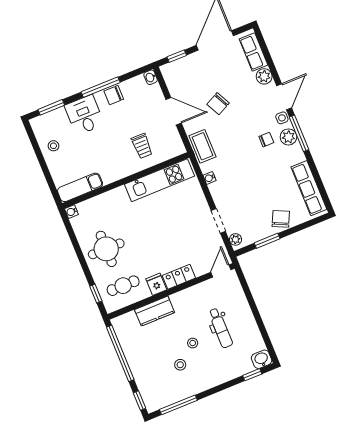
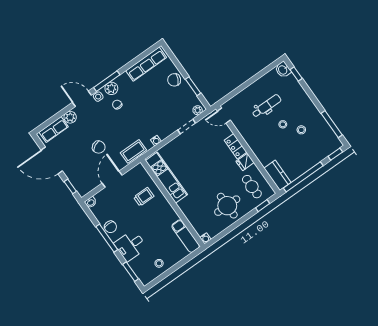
kitchen counter: (155, 311) -> (277, 175), moved

